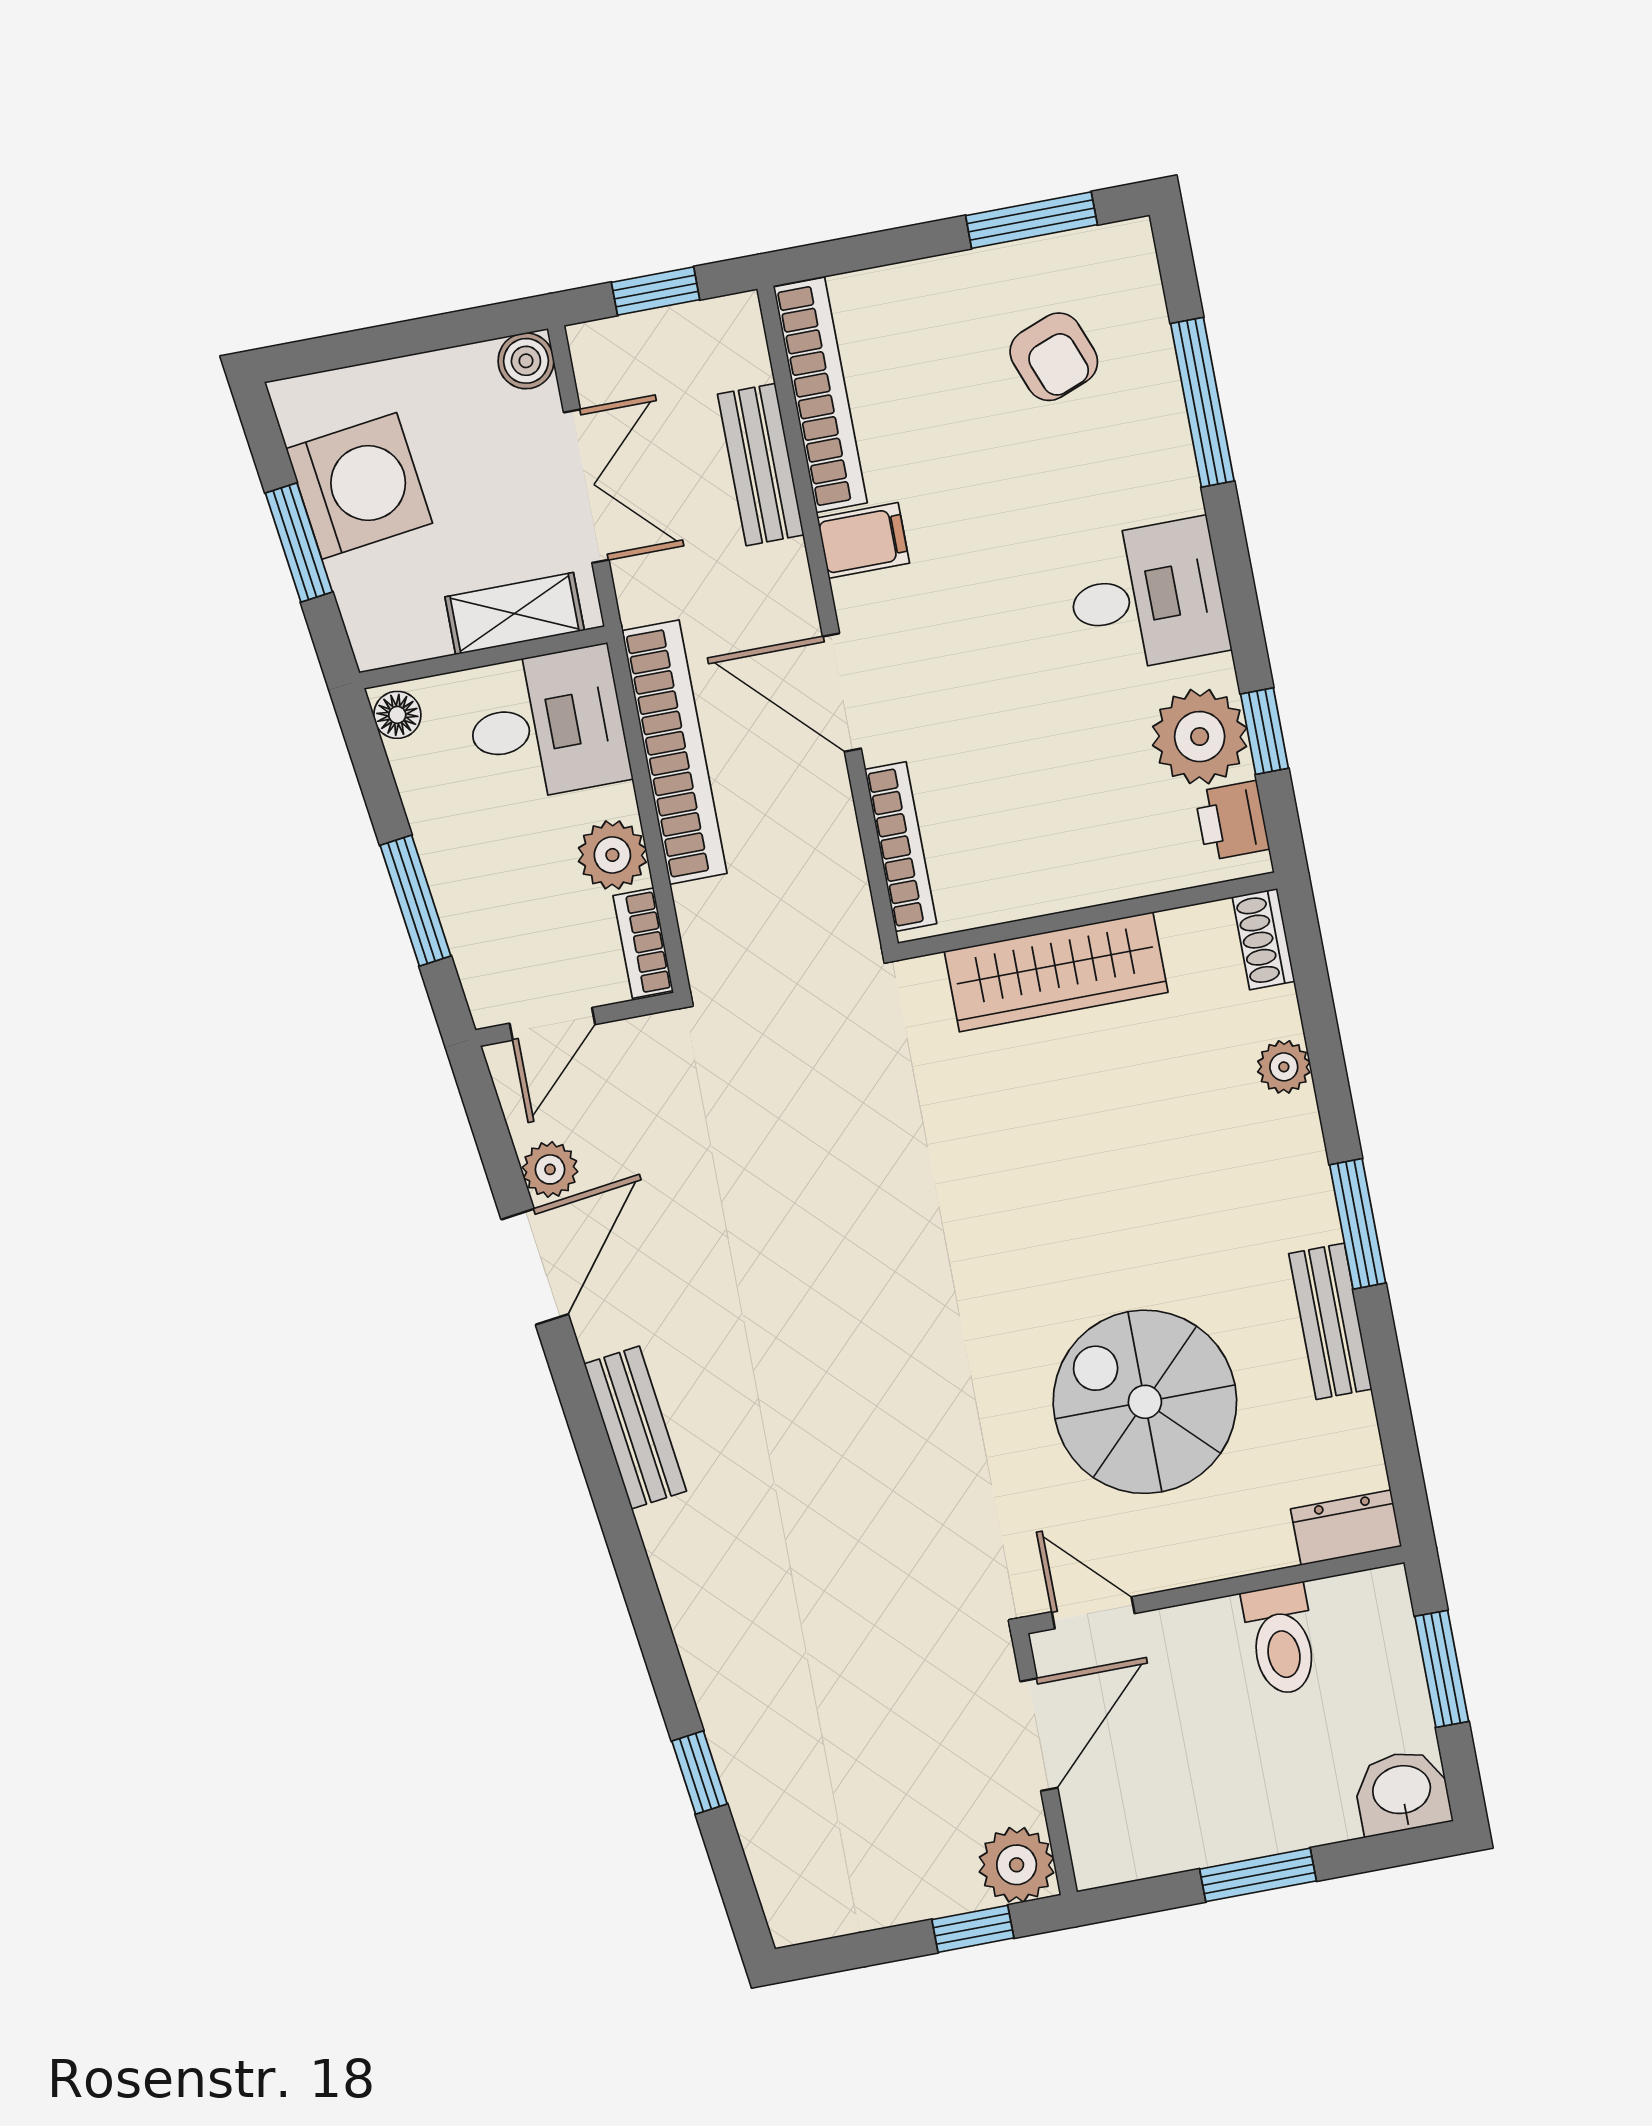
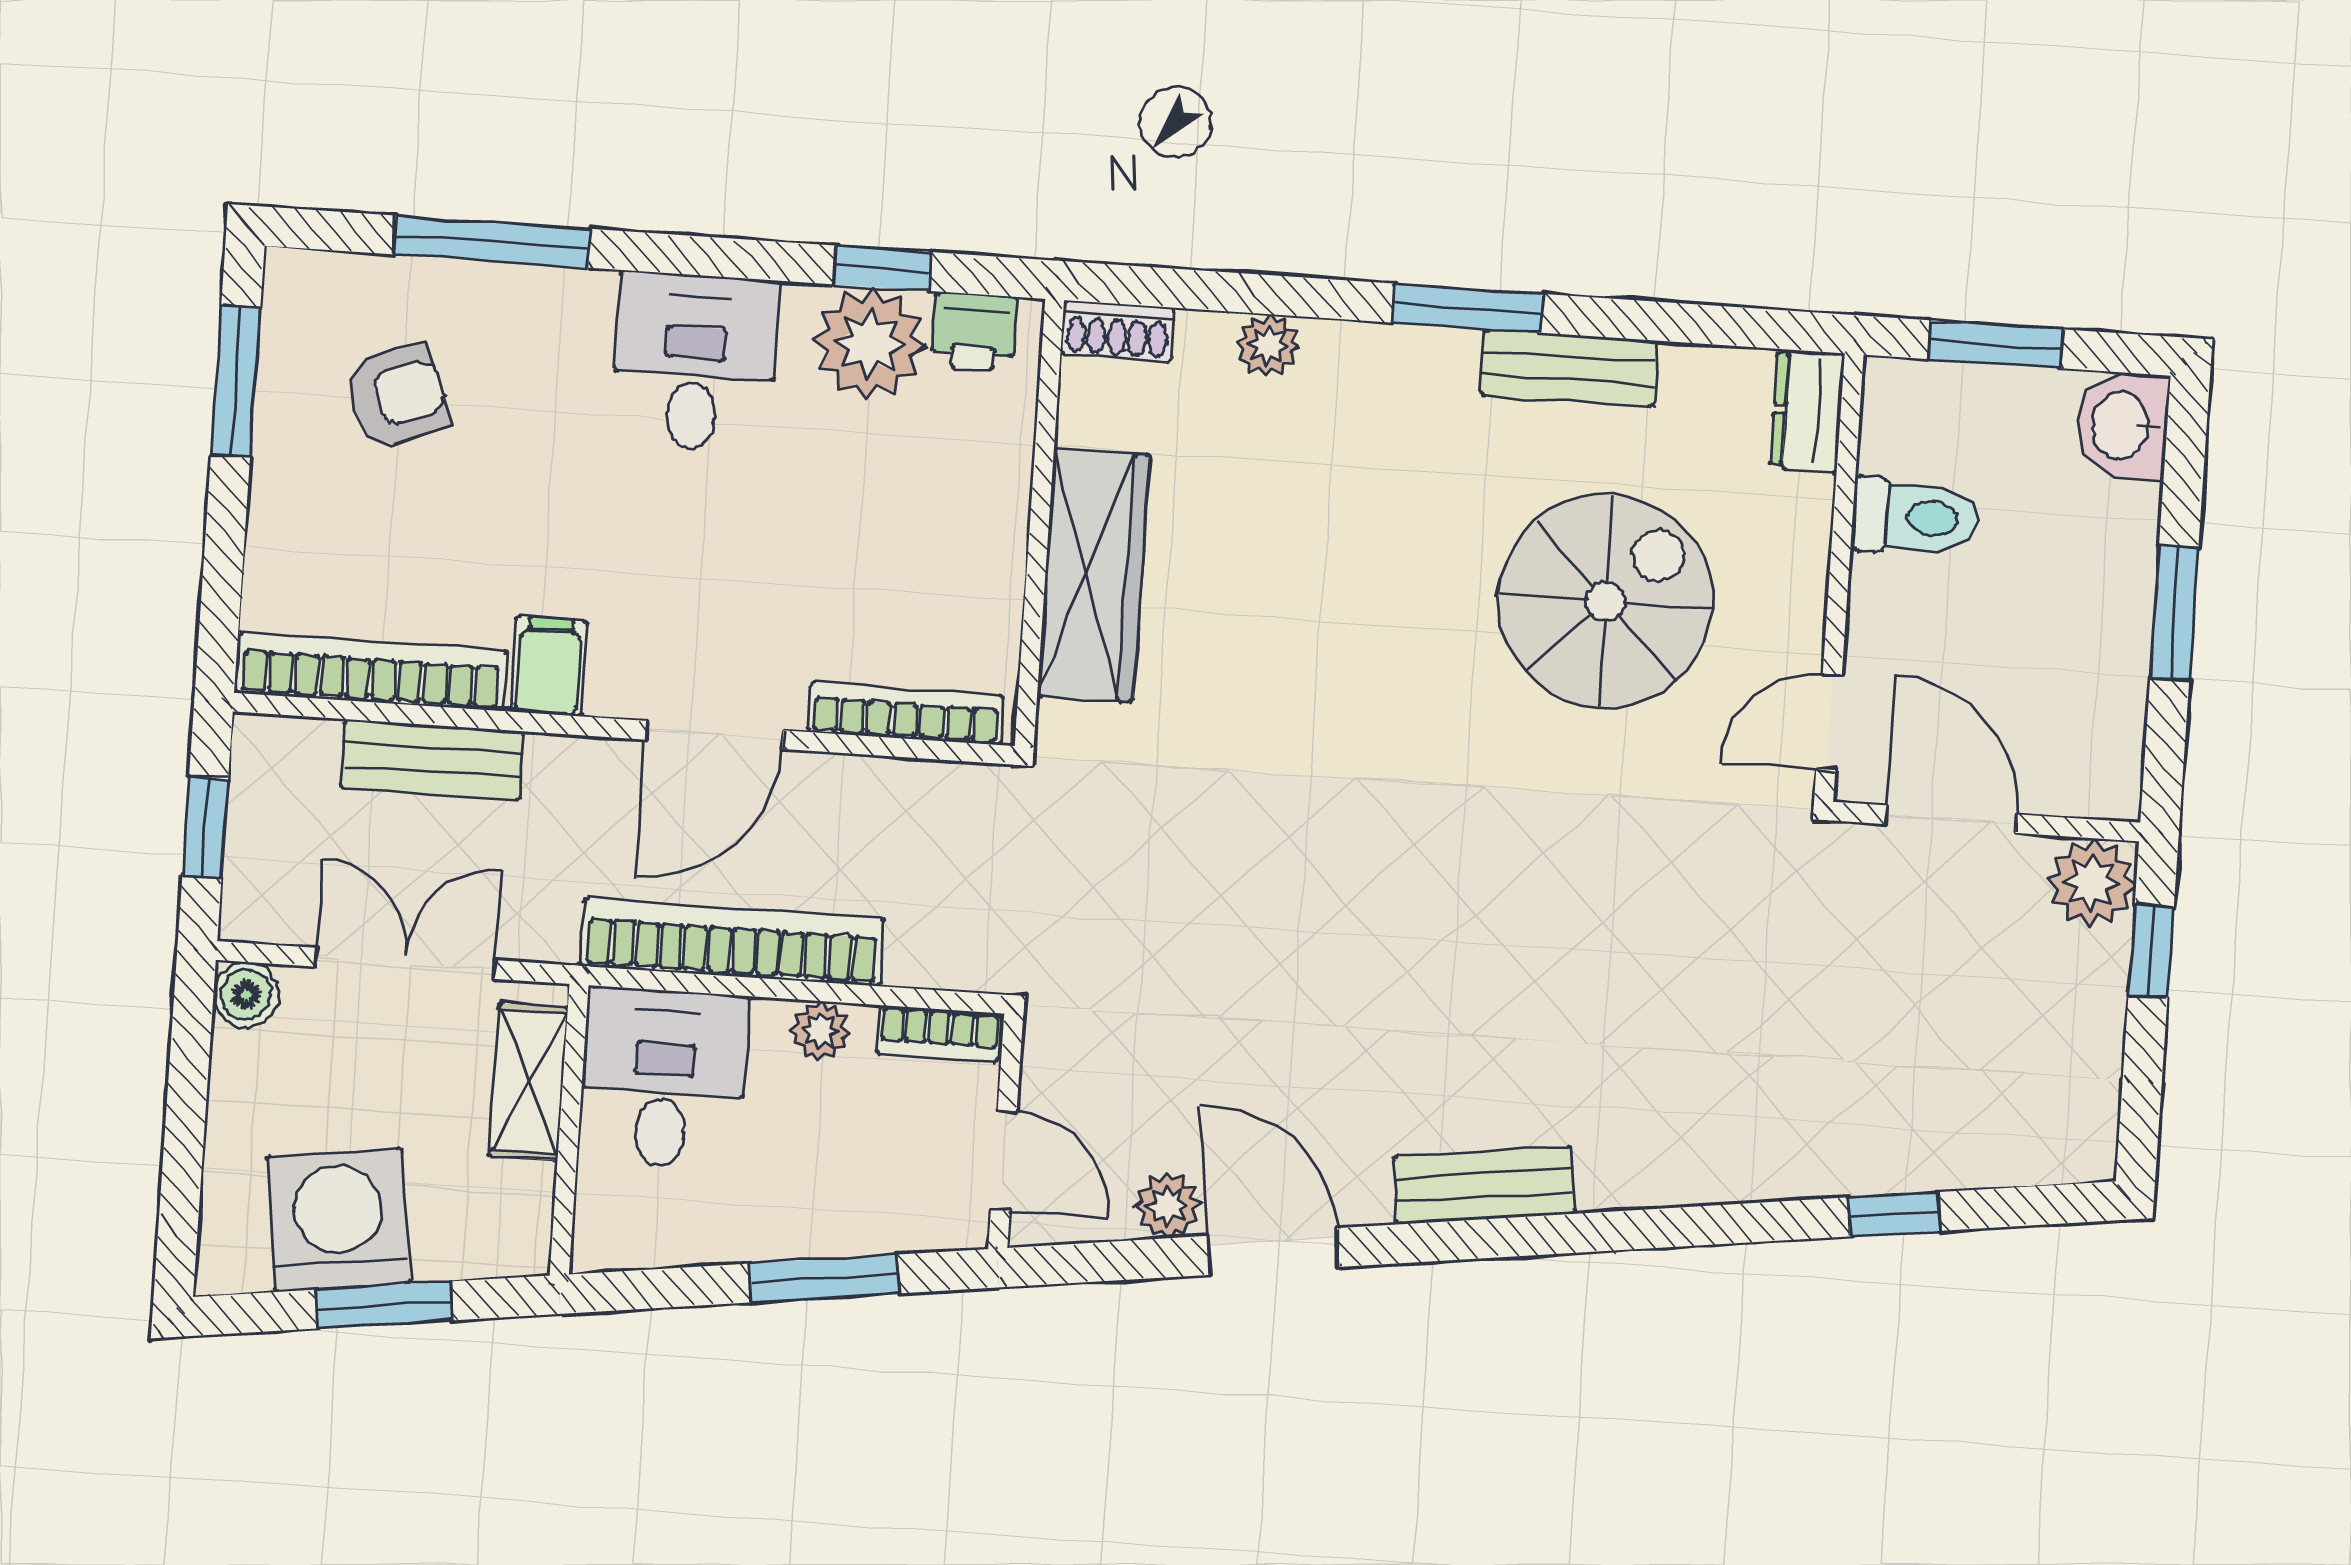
floor lamp: (397, 715) -> (609, 1244), removed
plant: (612, 855) -> (820, 1031), width x0.73, depth x0.73
spiral stairs: (1145, 1402) -> (1606, 601), turned 180

